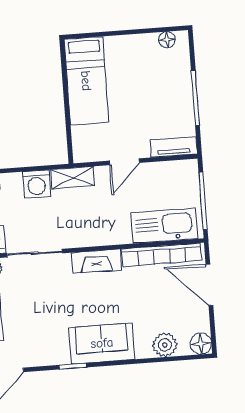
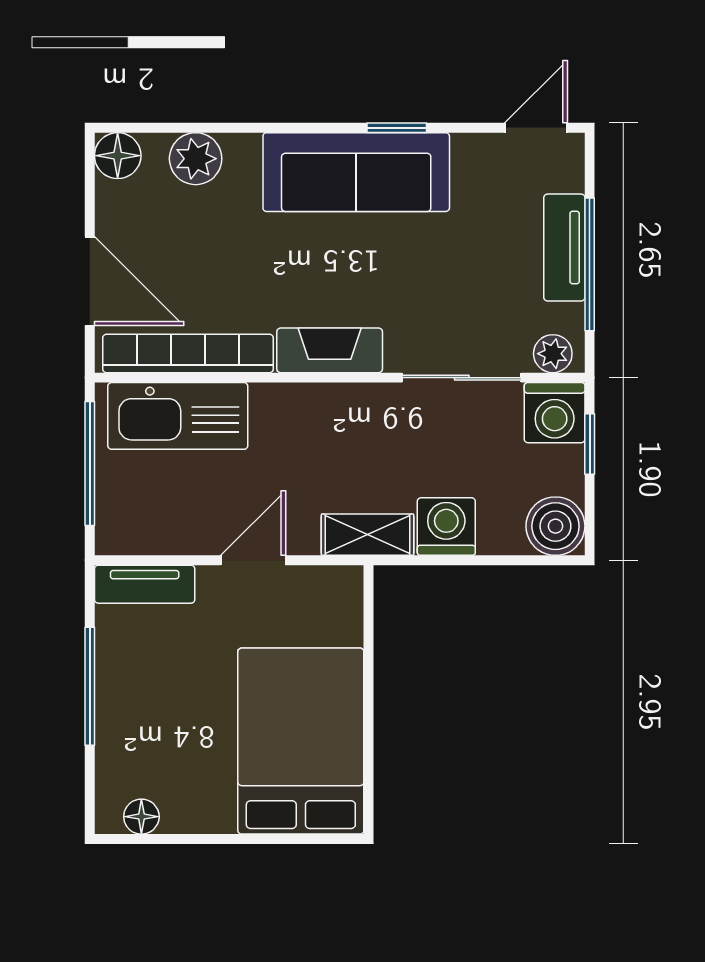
bed: (86, 81) -> (301, 741), width x1.50
sofa: (102, 343) -> (356, 172), width x1.36

